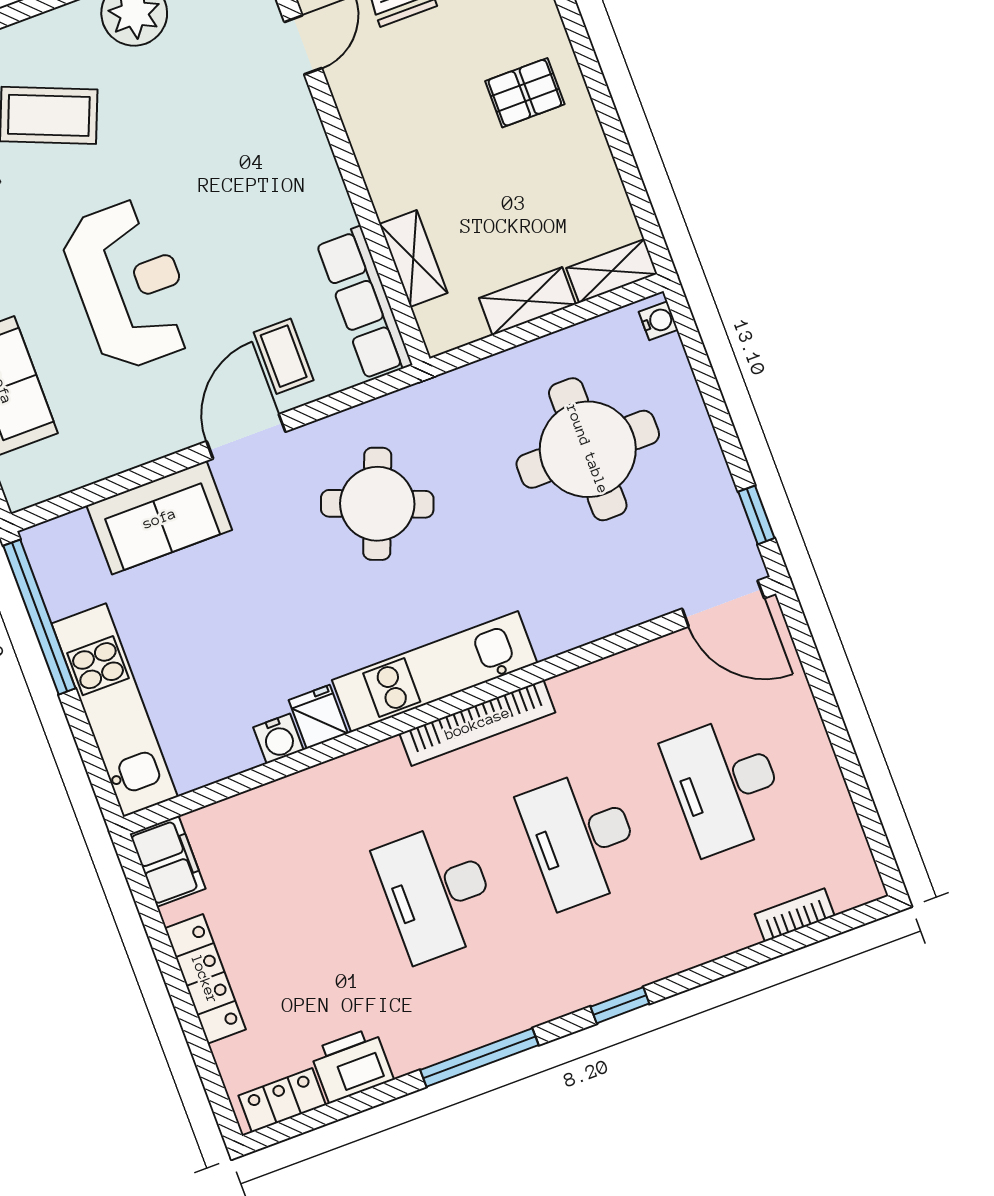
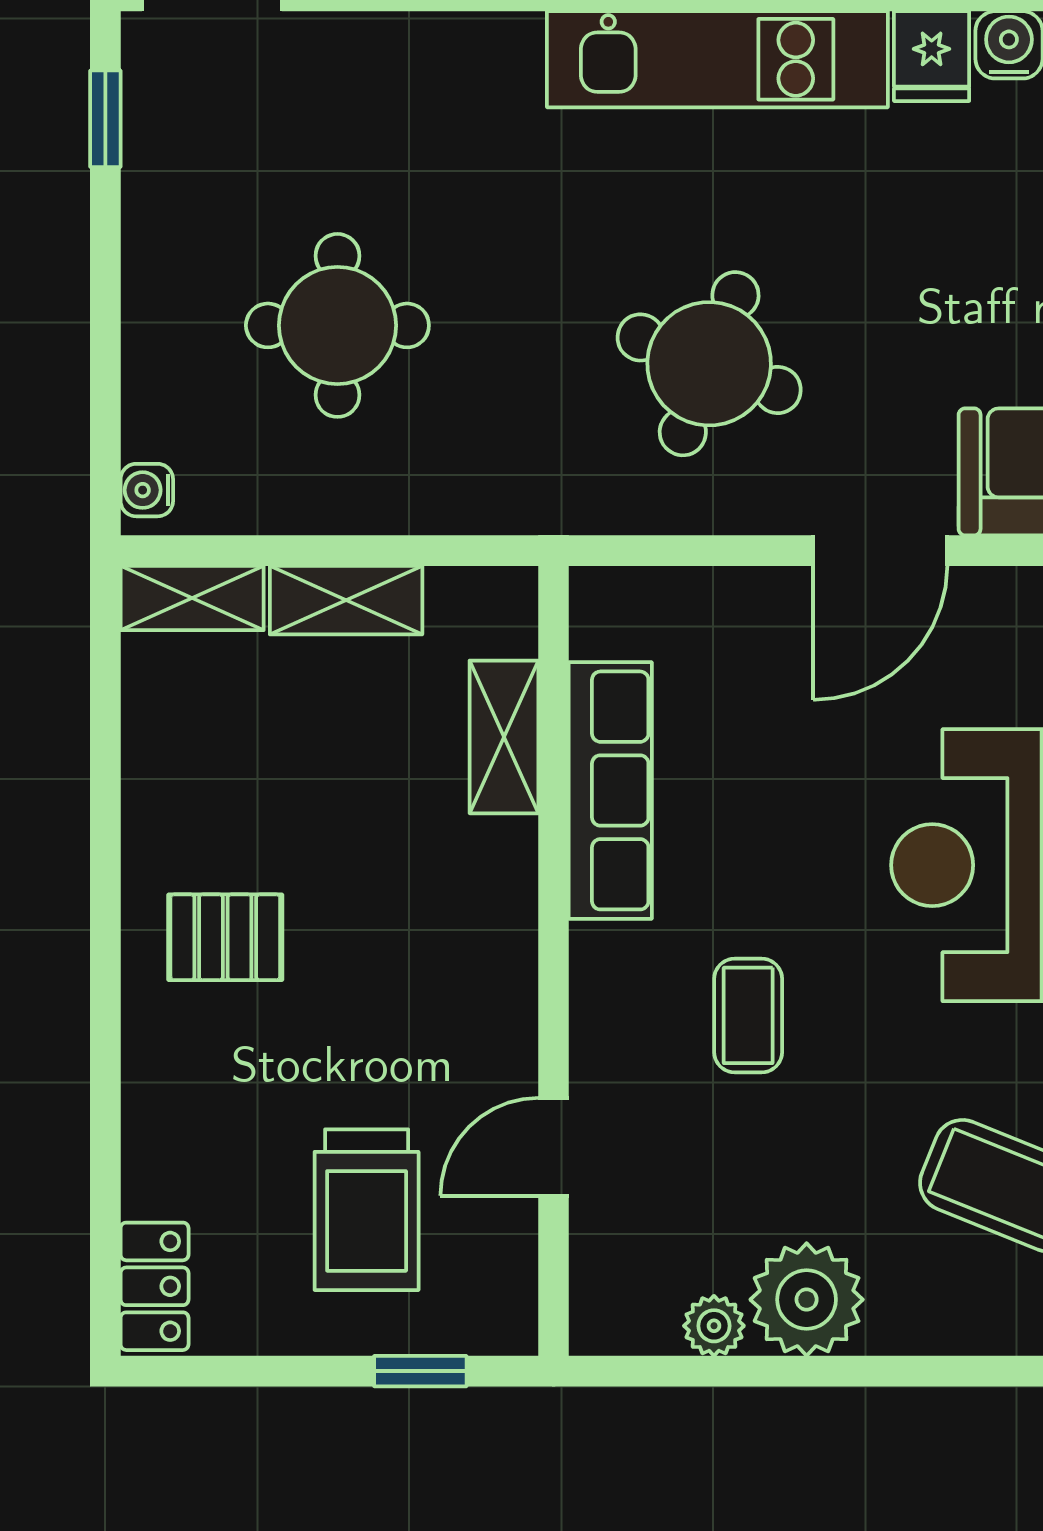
row of seats: (364, 303) -> (610, 790), moved
coffee table: (284, 356) -> (748, 1015), moved
round table: (588, 449) -> (337, 325), width x0.73, depth x0.73

